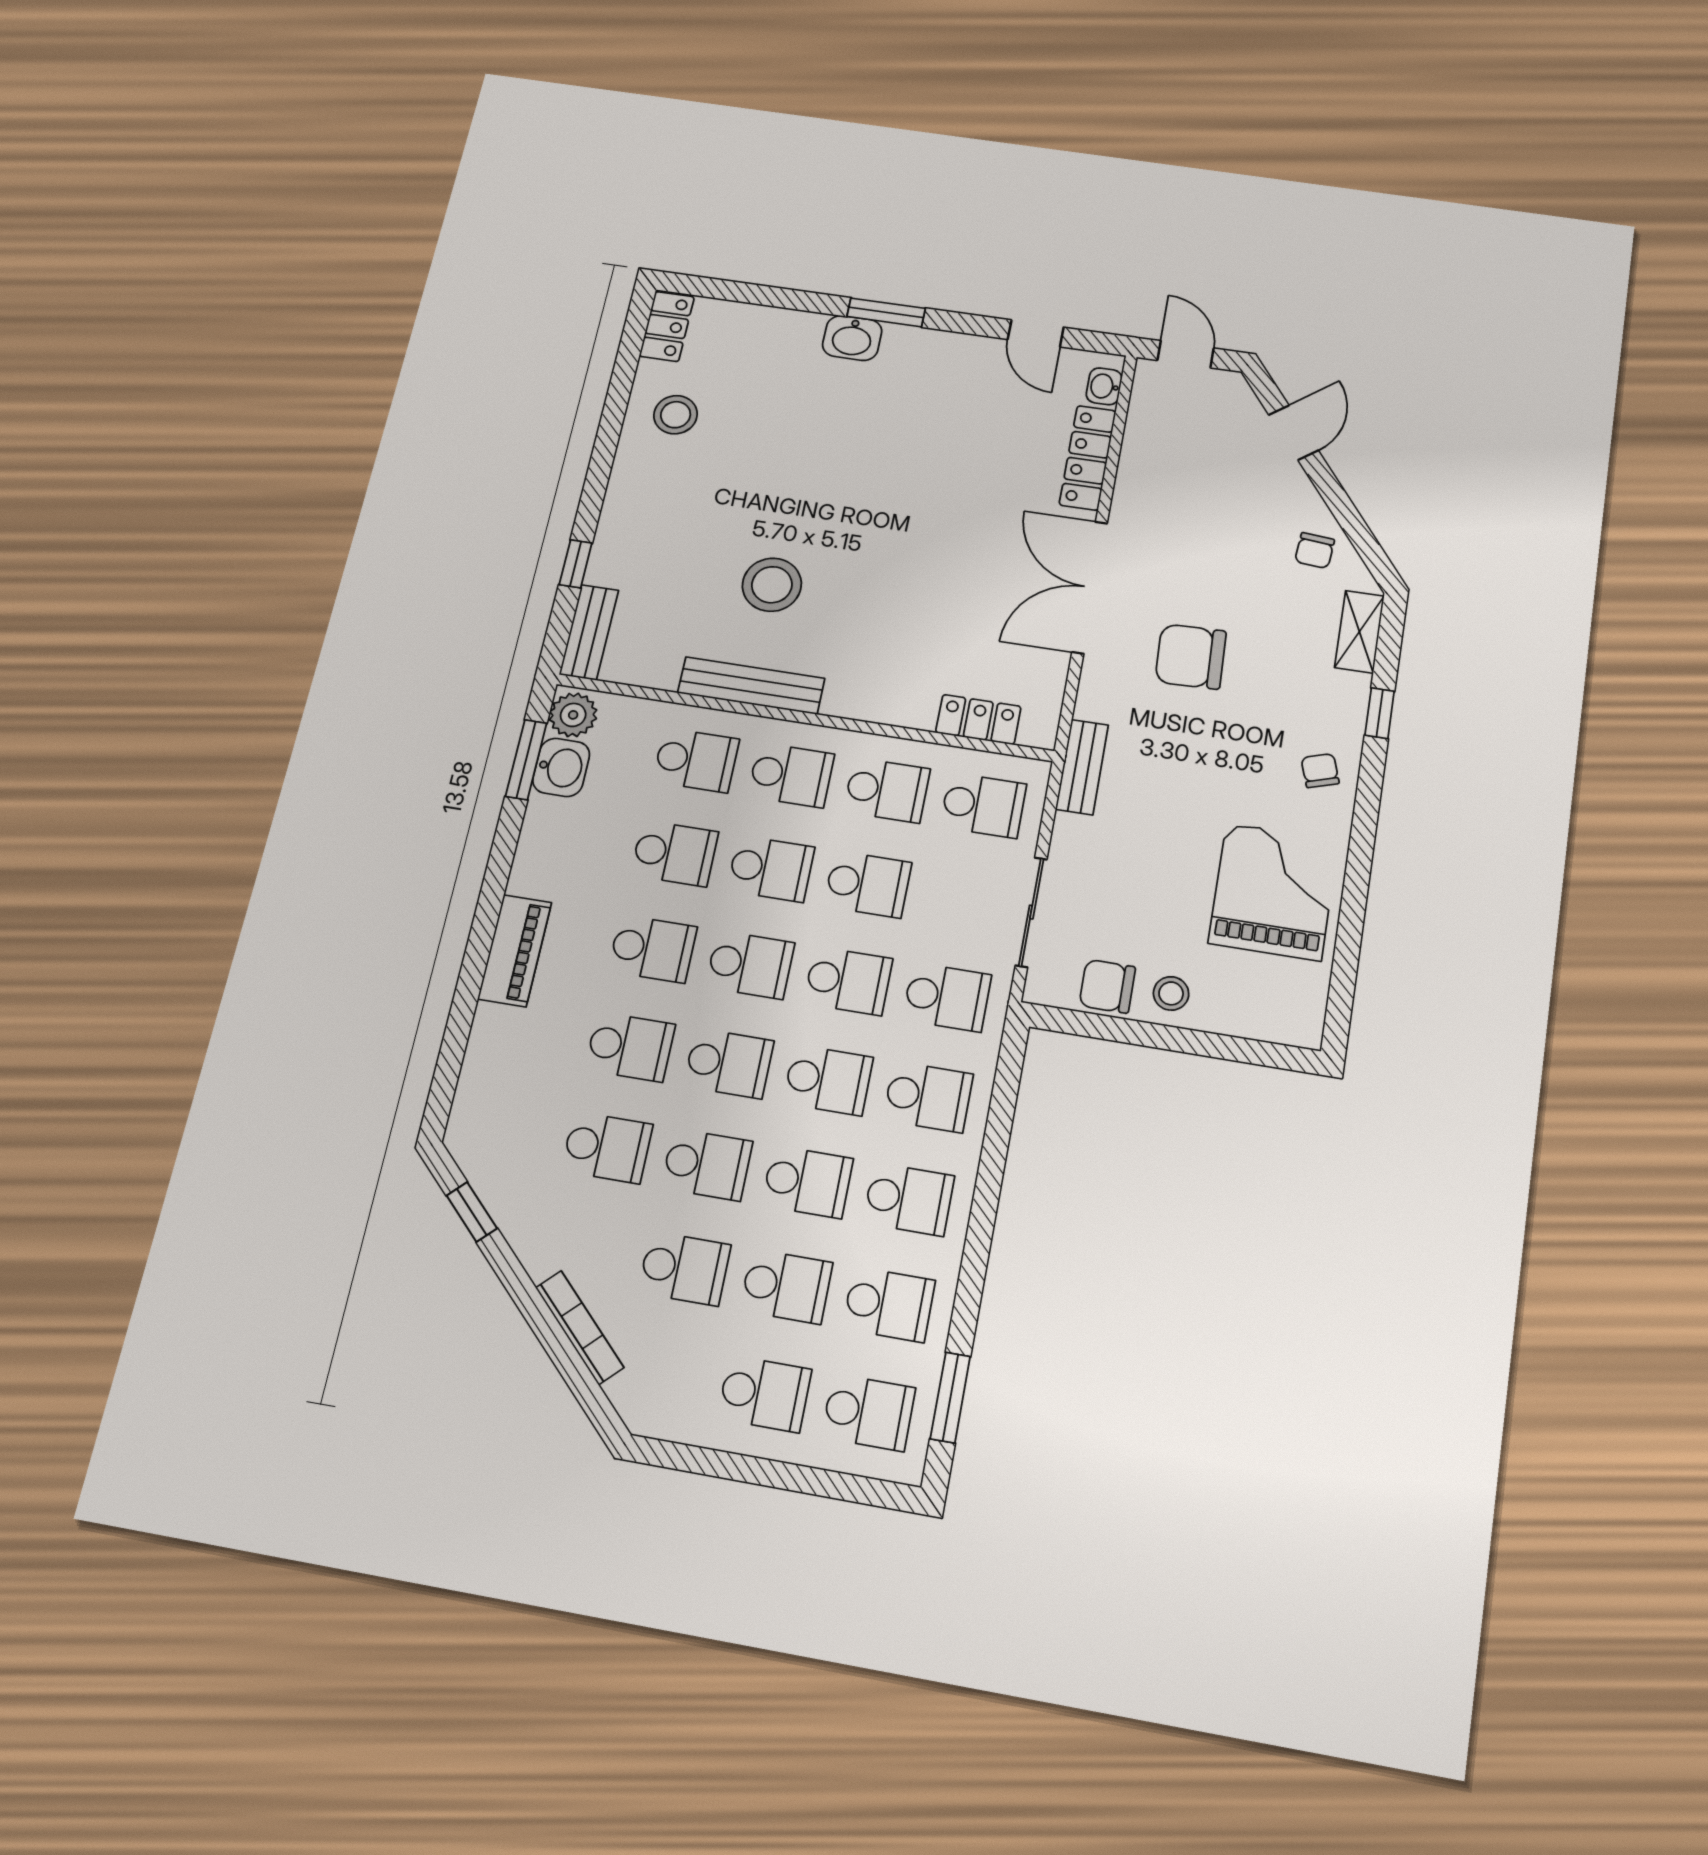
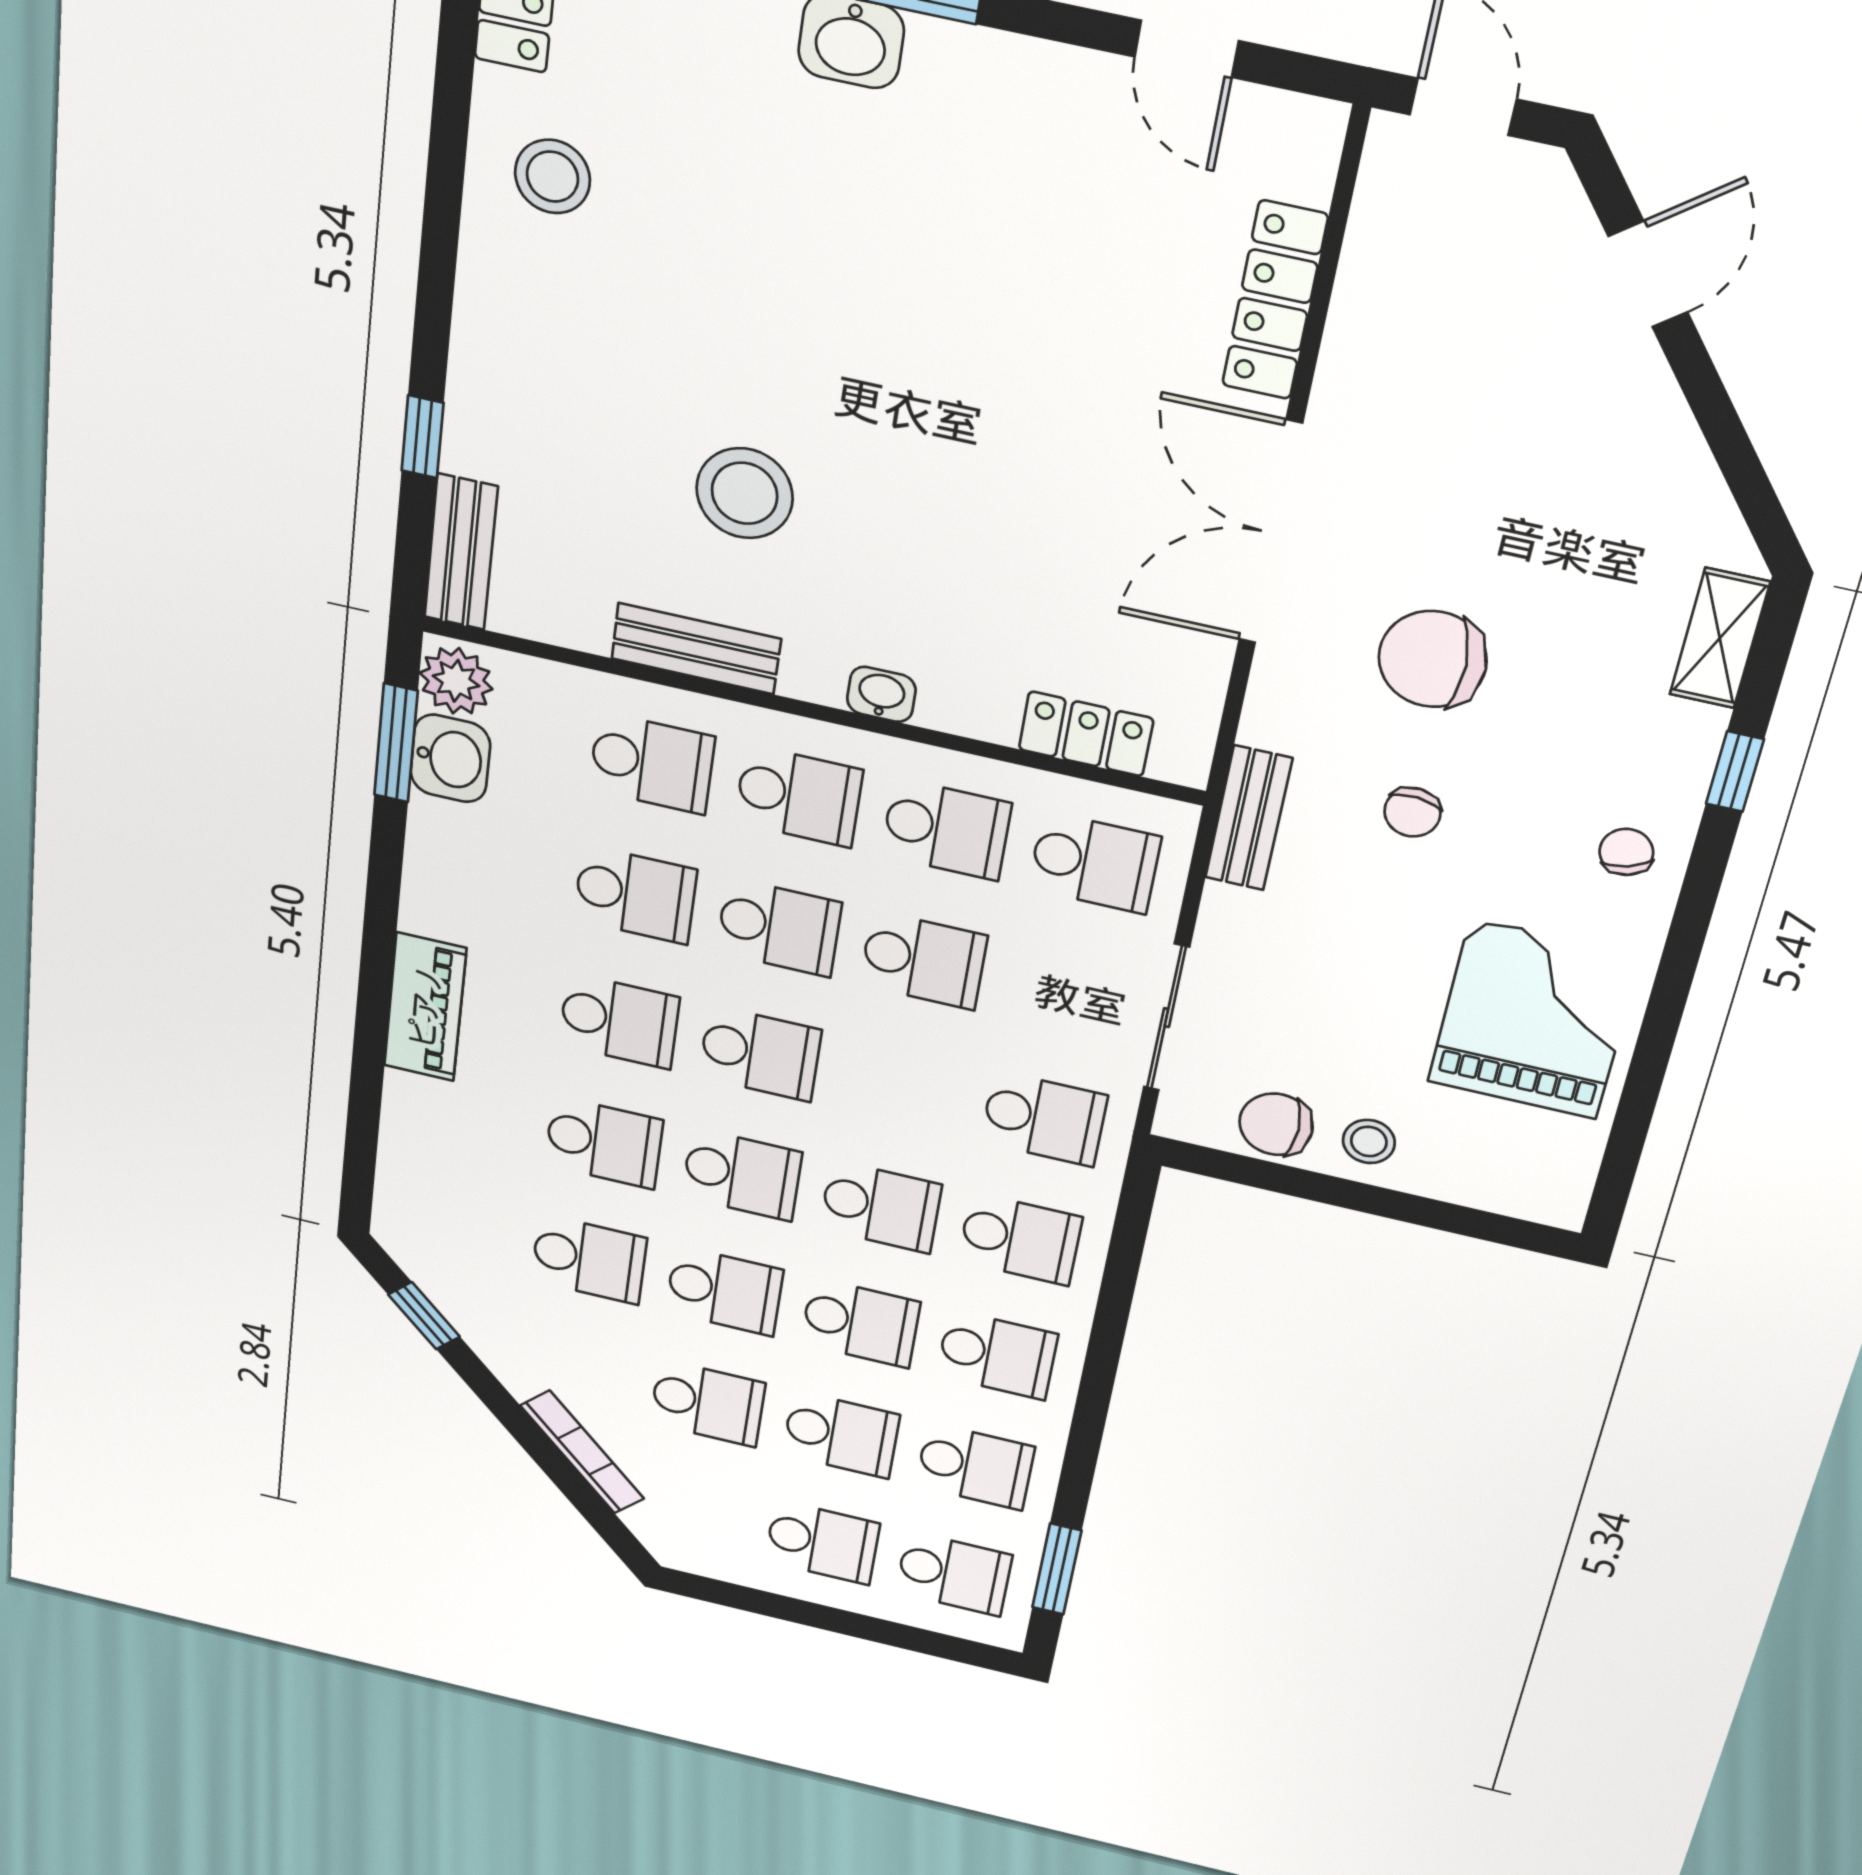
washbasin: (1104, 386) -> (881, 694), moved, turned 90
chair: (1315, 551) -> (1412, 812), moved
bench: (751, 686) -> (696, 649), width x0.73
school desk: (848, 981) -> (902, 1086), removed

